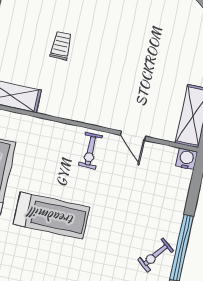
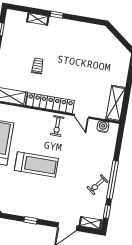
locker: (80, 111) -> (50, 103), added
water cooler: (186, 159) -> (103, 127), moved

